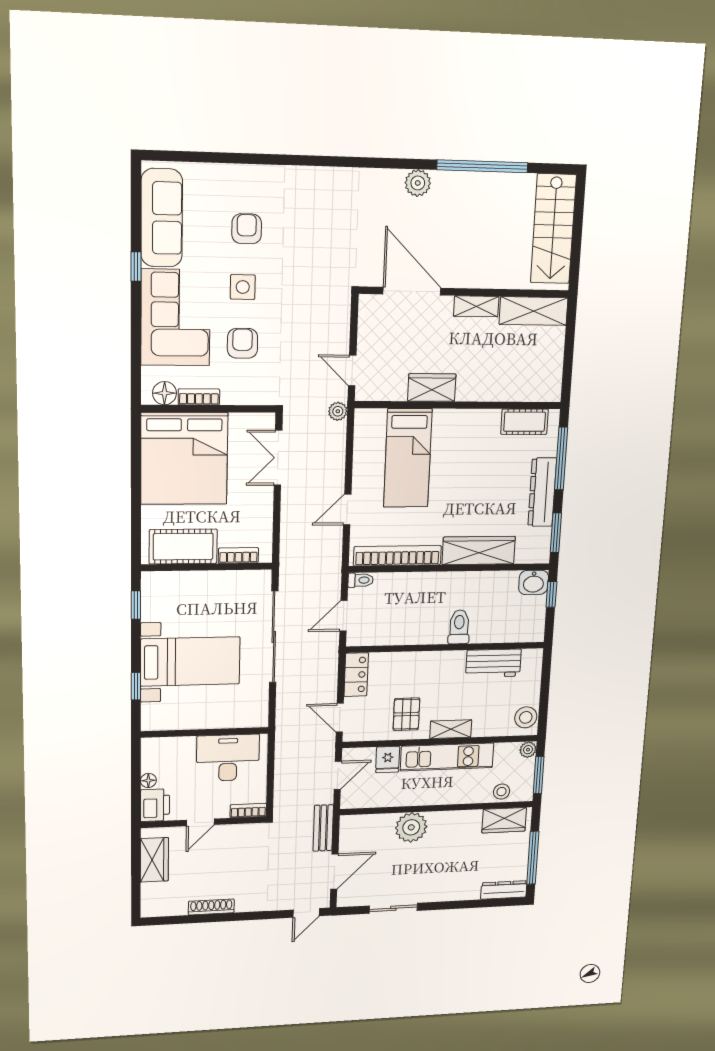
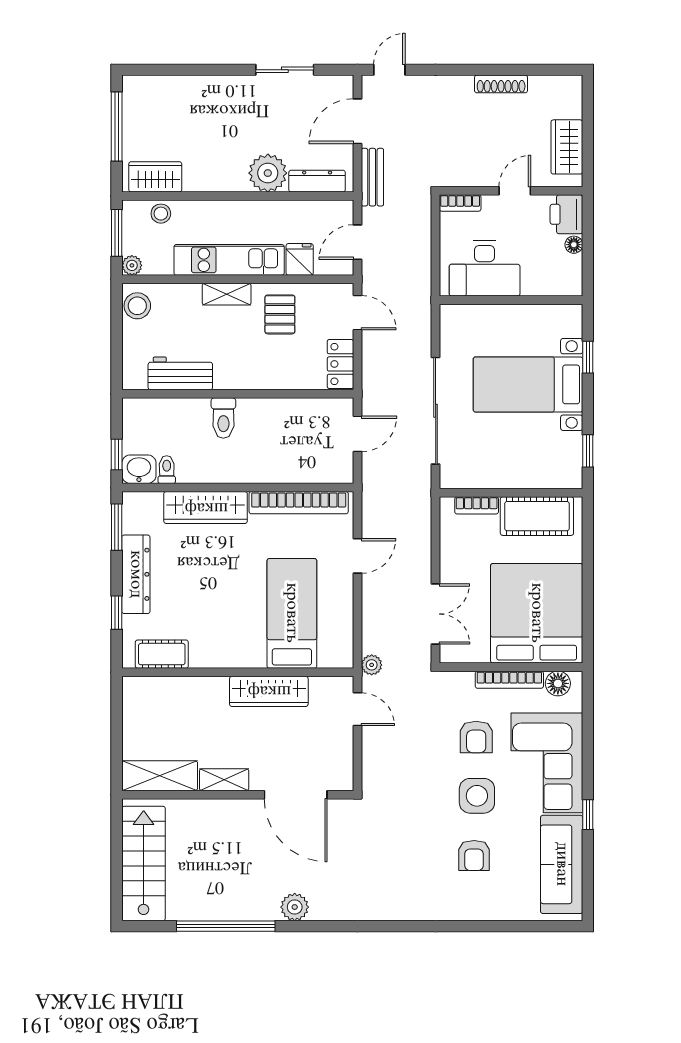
side table: (243, 287) -> (477, 796), width x1.37, depth x1.37
wardrobe: (432, 388) -> (269, 691), width x1.50
bookcase: (199, 397) -> (509, 680), width x1.56
window: (561, 459) -> (117, 613), width x0.46
toilet: (361, 580) -> (167, 470), moved, turned 90
dresser: (504, 890) -> (317, 181), moved, turned 180

